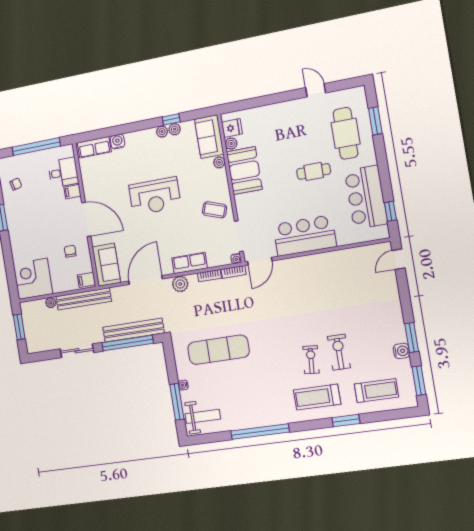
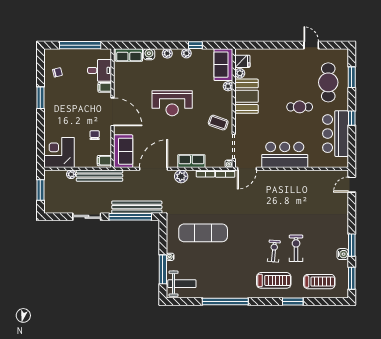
plant: (175, 129) -> (167, 53), moved
window: (390, 211) -> (352, 118), moved
treadmill: (317, 397) -> (274, 280), turned 180

